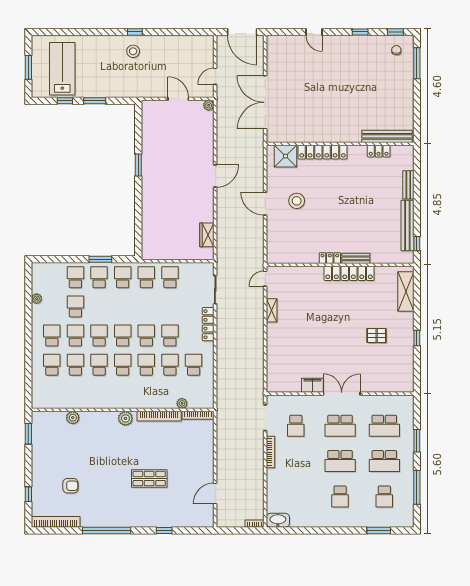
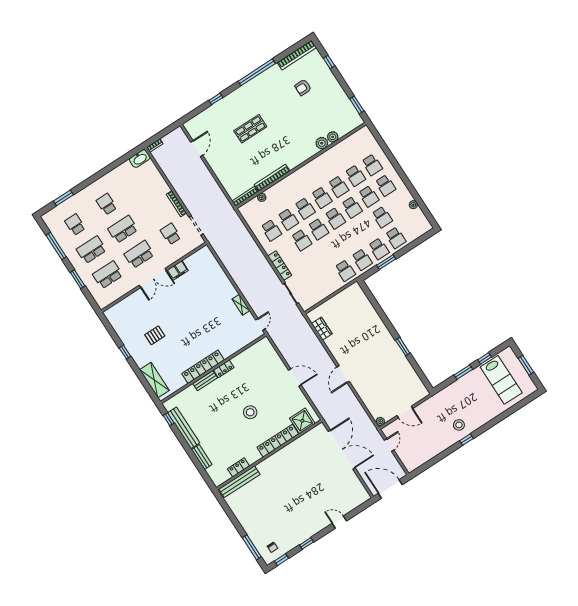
stool: (297, 201) -> (250, 412), moved
school desk: (170, 277) -> (328, 281), removed
plant: (125, 418) -> (322, 143), moved

